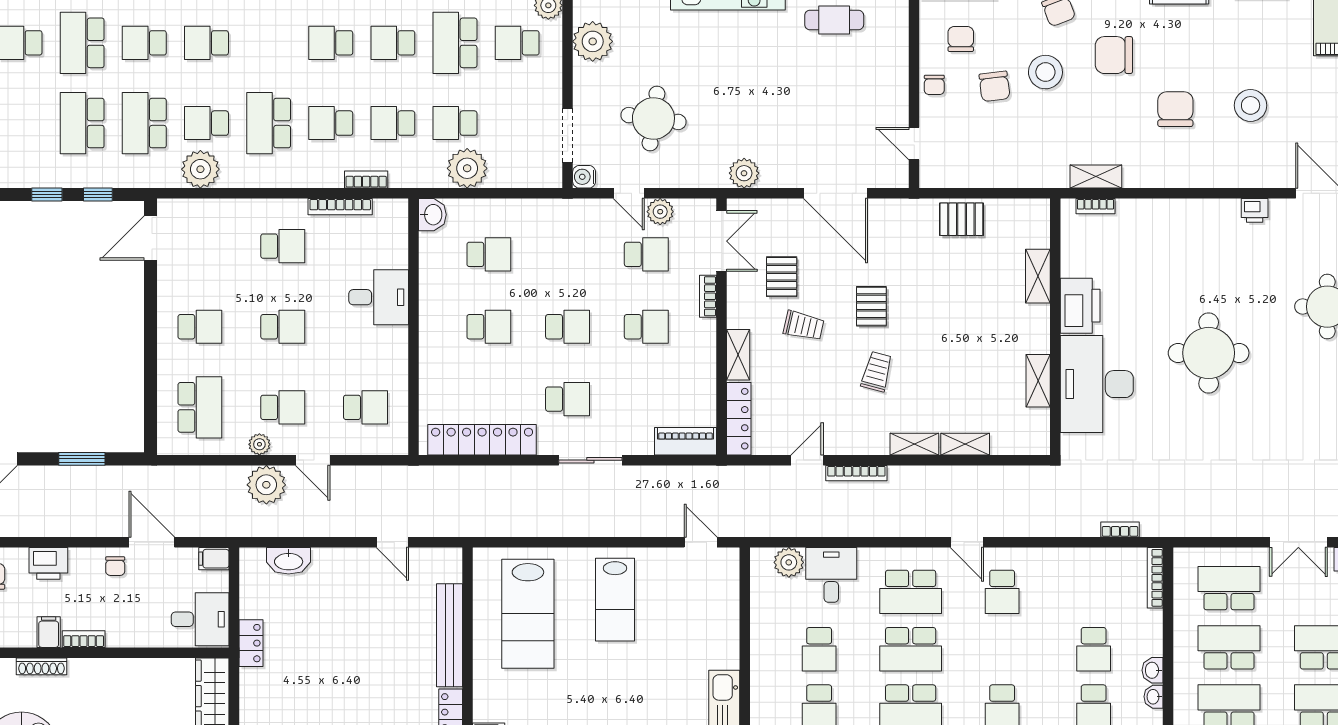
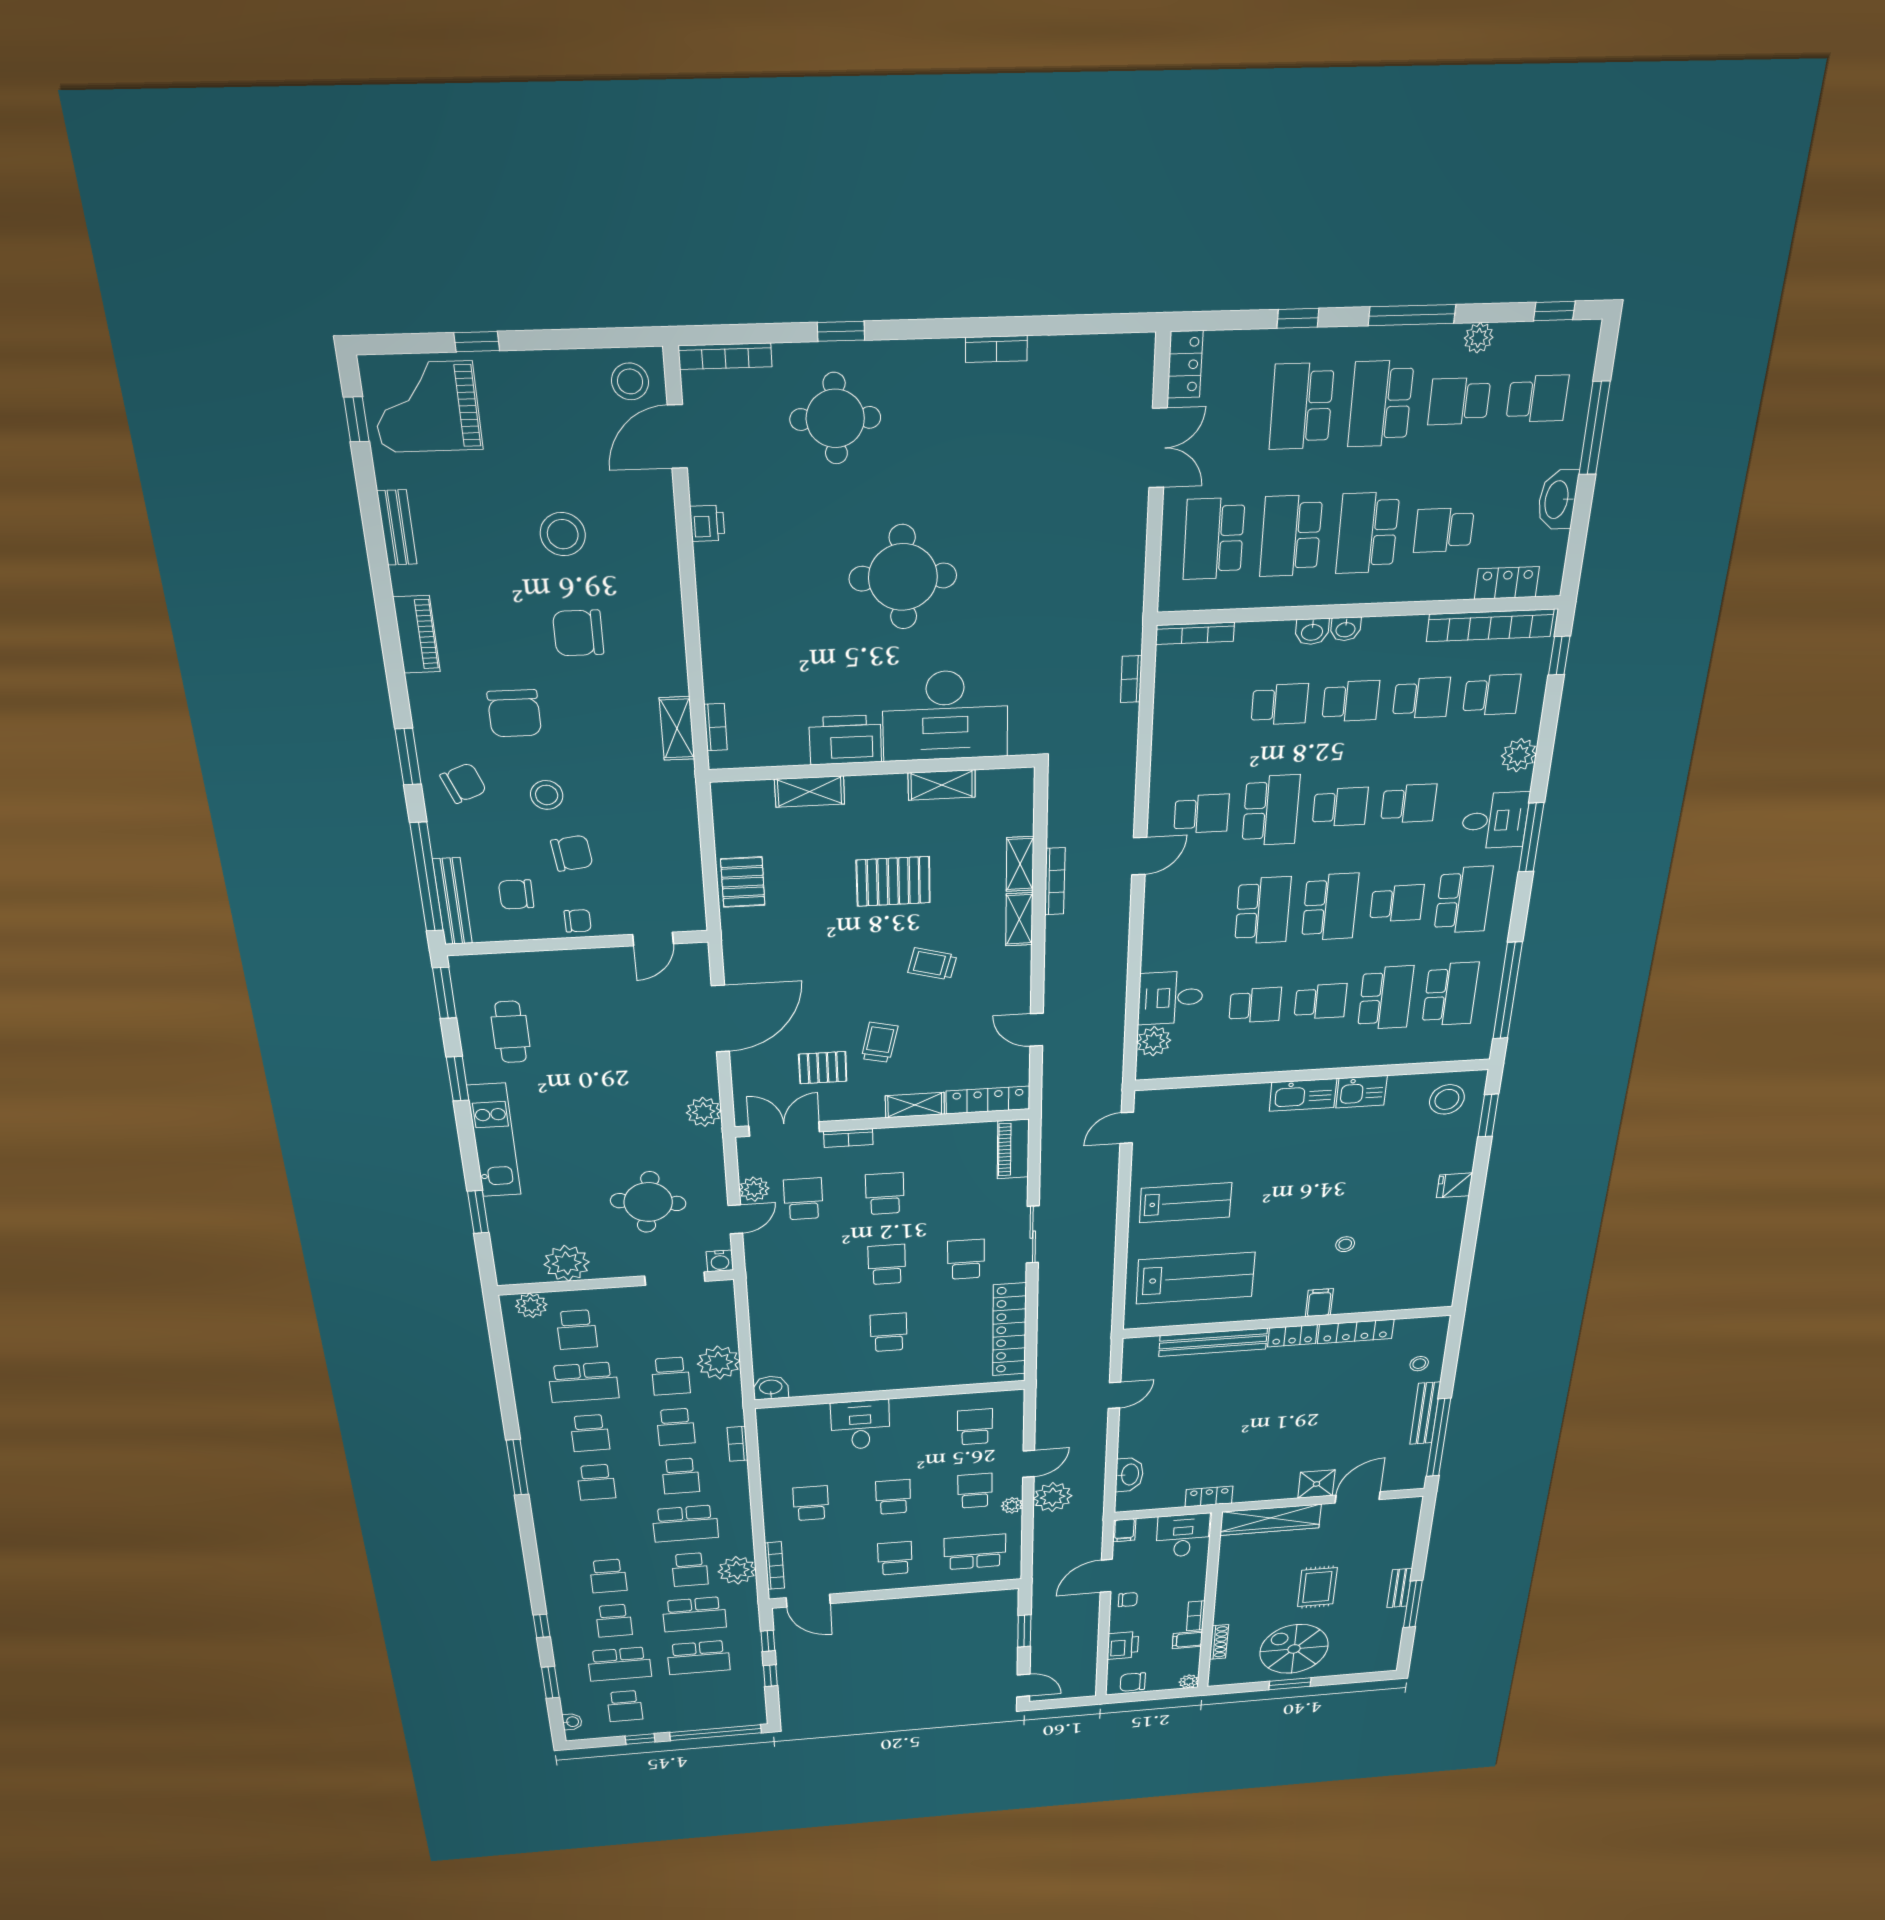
stool: (1045, 72) -> (547, 795), width x0.73, depth x0.73
bookcase: (340, 207) -> (775, 1566), moved
school desk: (489, 254) -> (811, 1338), removed
pallet: (871, 306) -> (893, 881), moved, width x1.50, depth x1.42
bookcase: (856, 473) -> (1055, 881), moved
school desk: (911, 592) -> (1271, 810), moved

